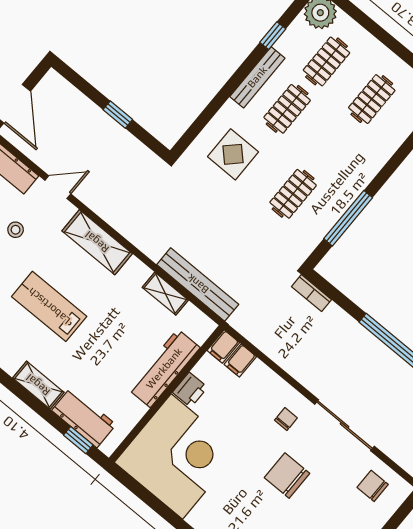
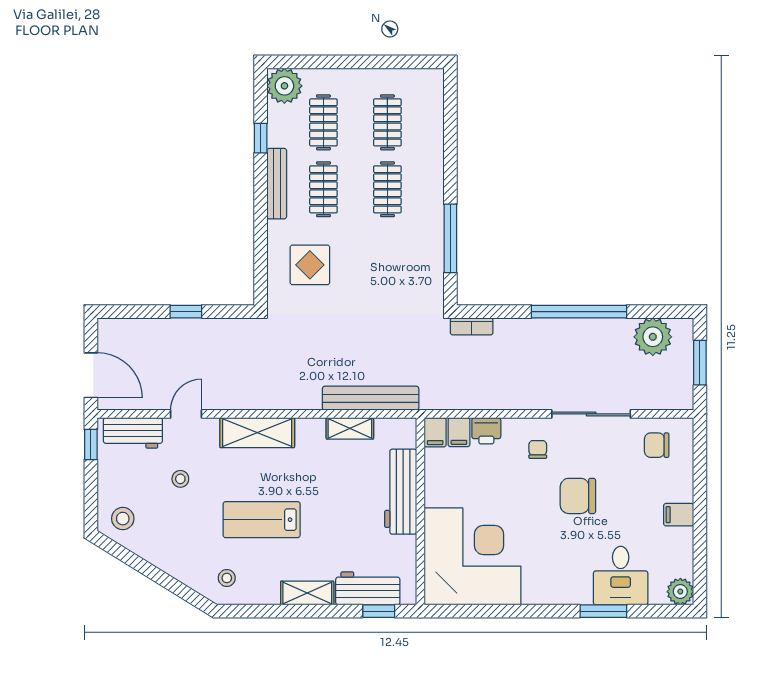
clothes rail: (293, 194) -> (387, 189), moved
printer: (190, 390) -> (486, 431), moved, turned 90

